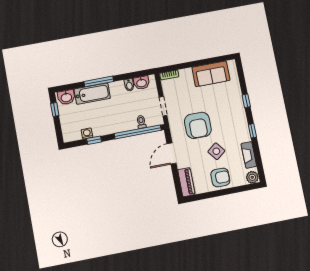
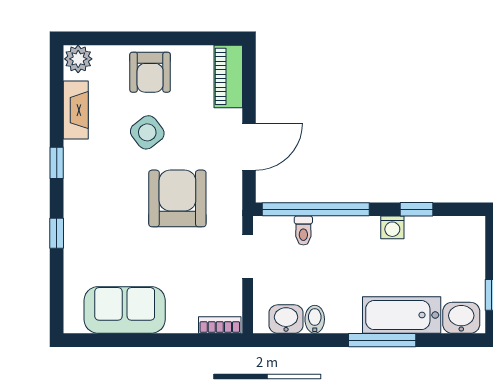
washing machine: (87, 134) -> (392, 227), moved
armchair: (220, 177) -> (150, 72), turned -90

